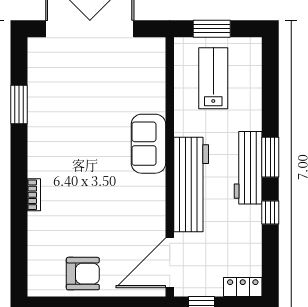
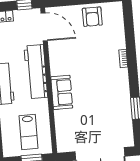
door: (170, 263) -> (44, 27), hinge flipped
armchair: (83, 274) -> (92, 17), turned -90

